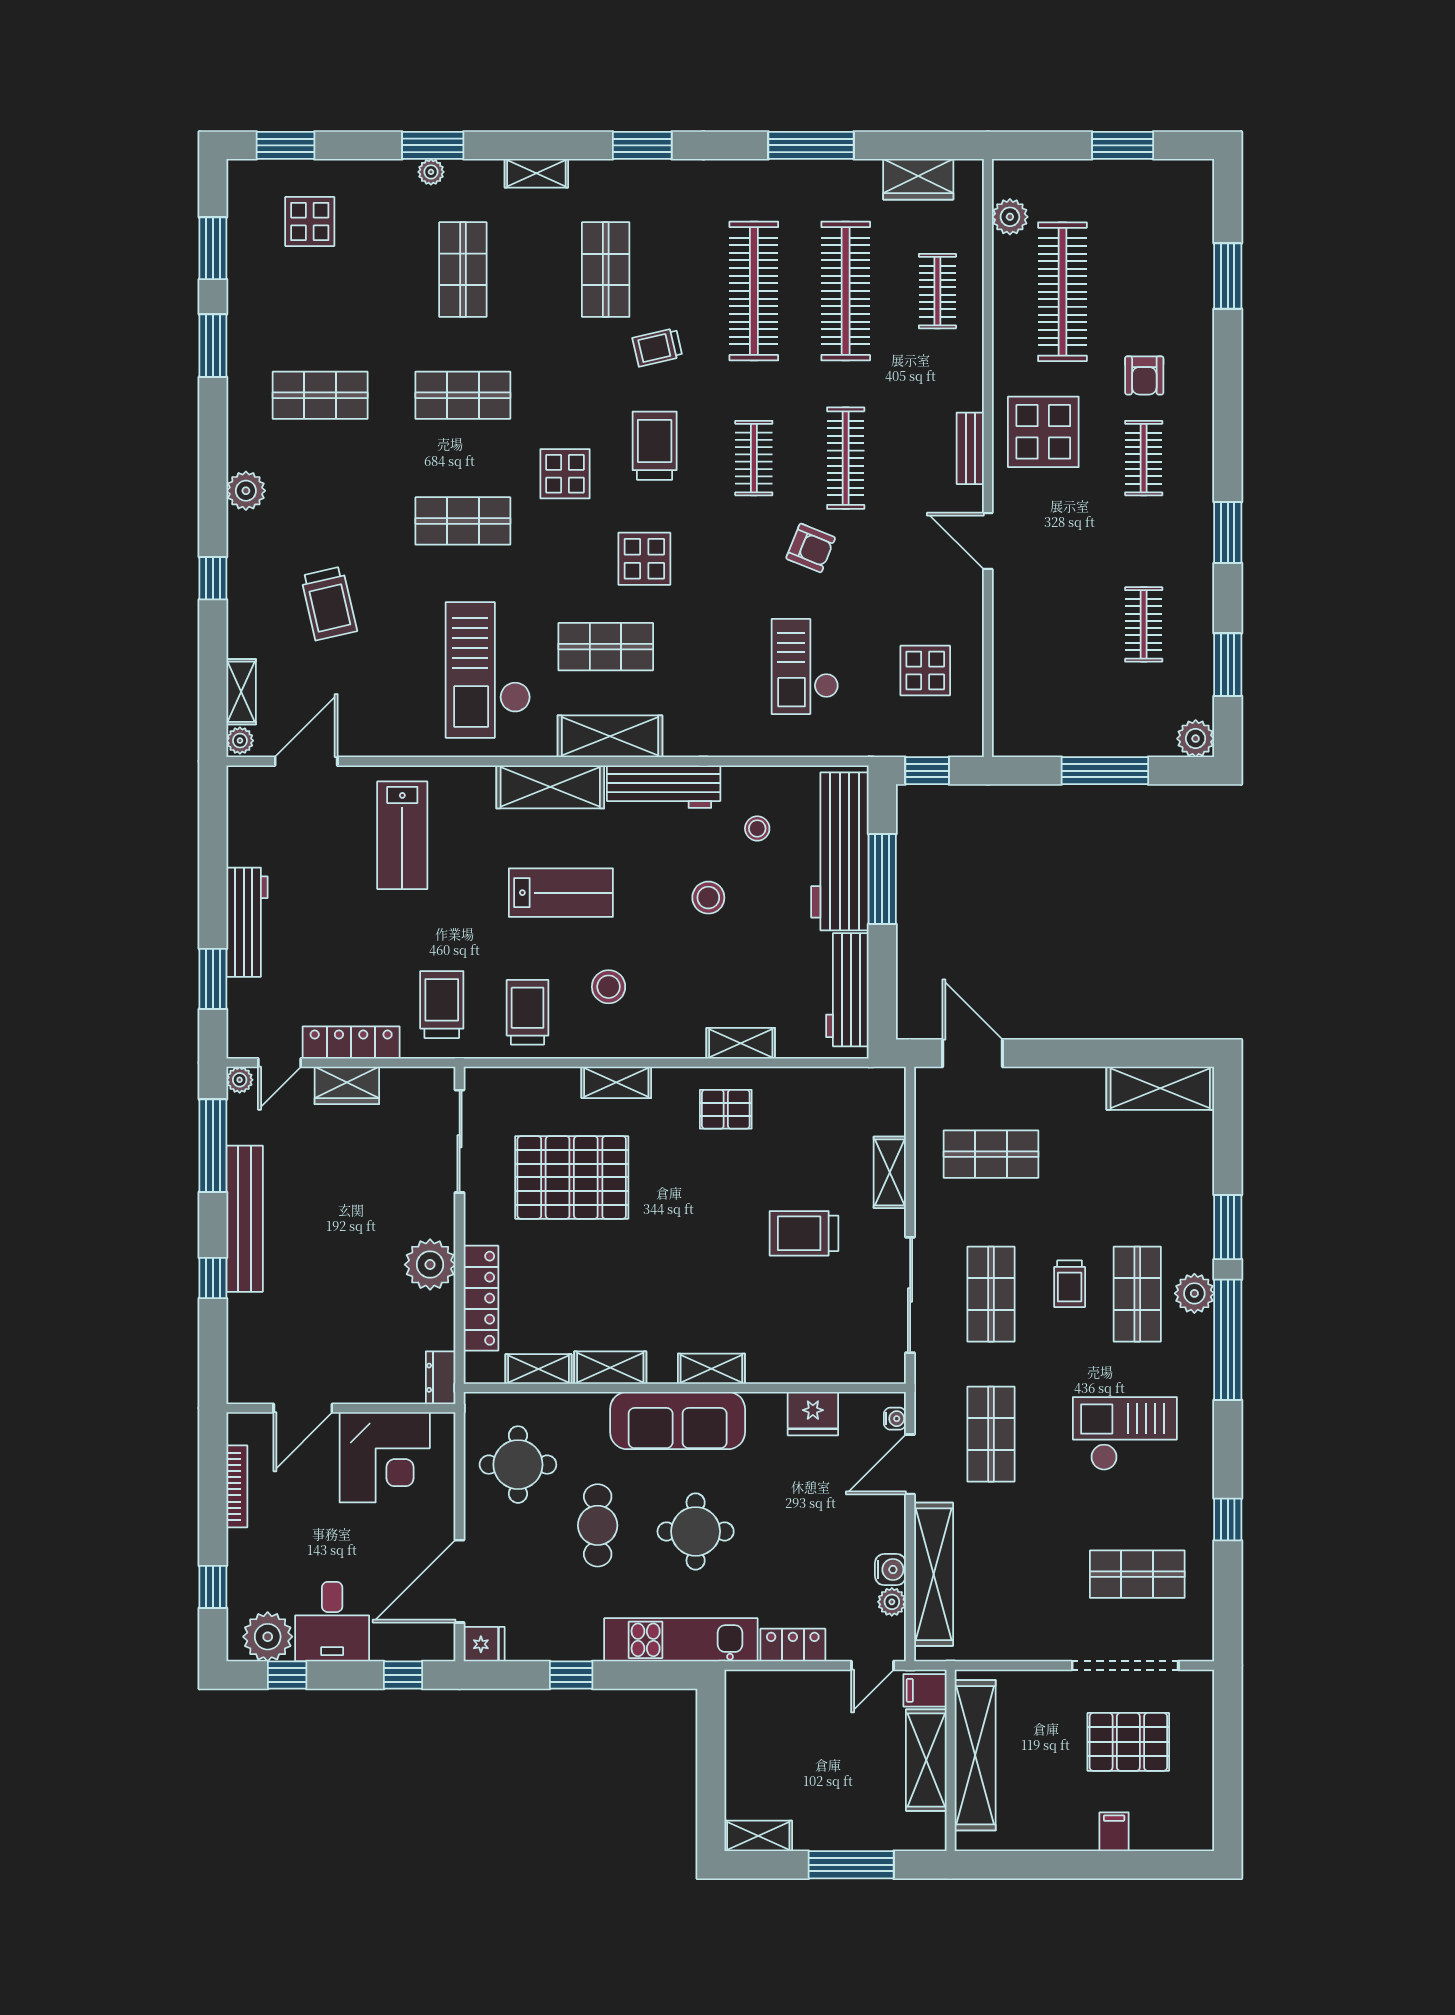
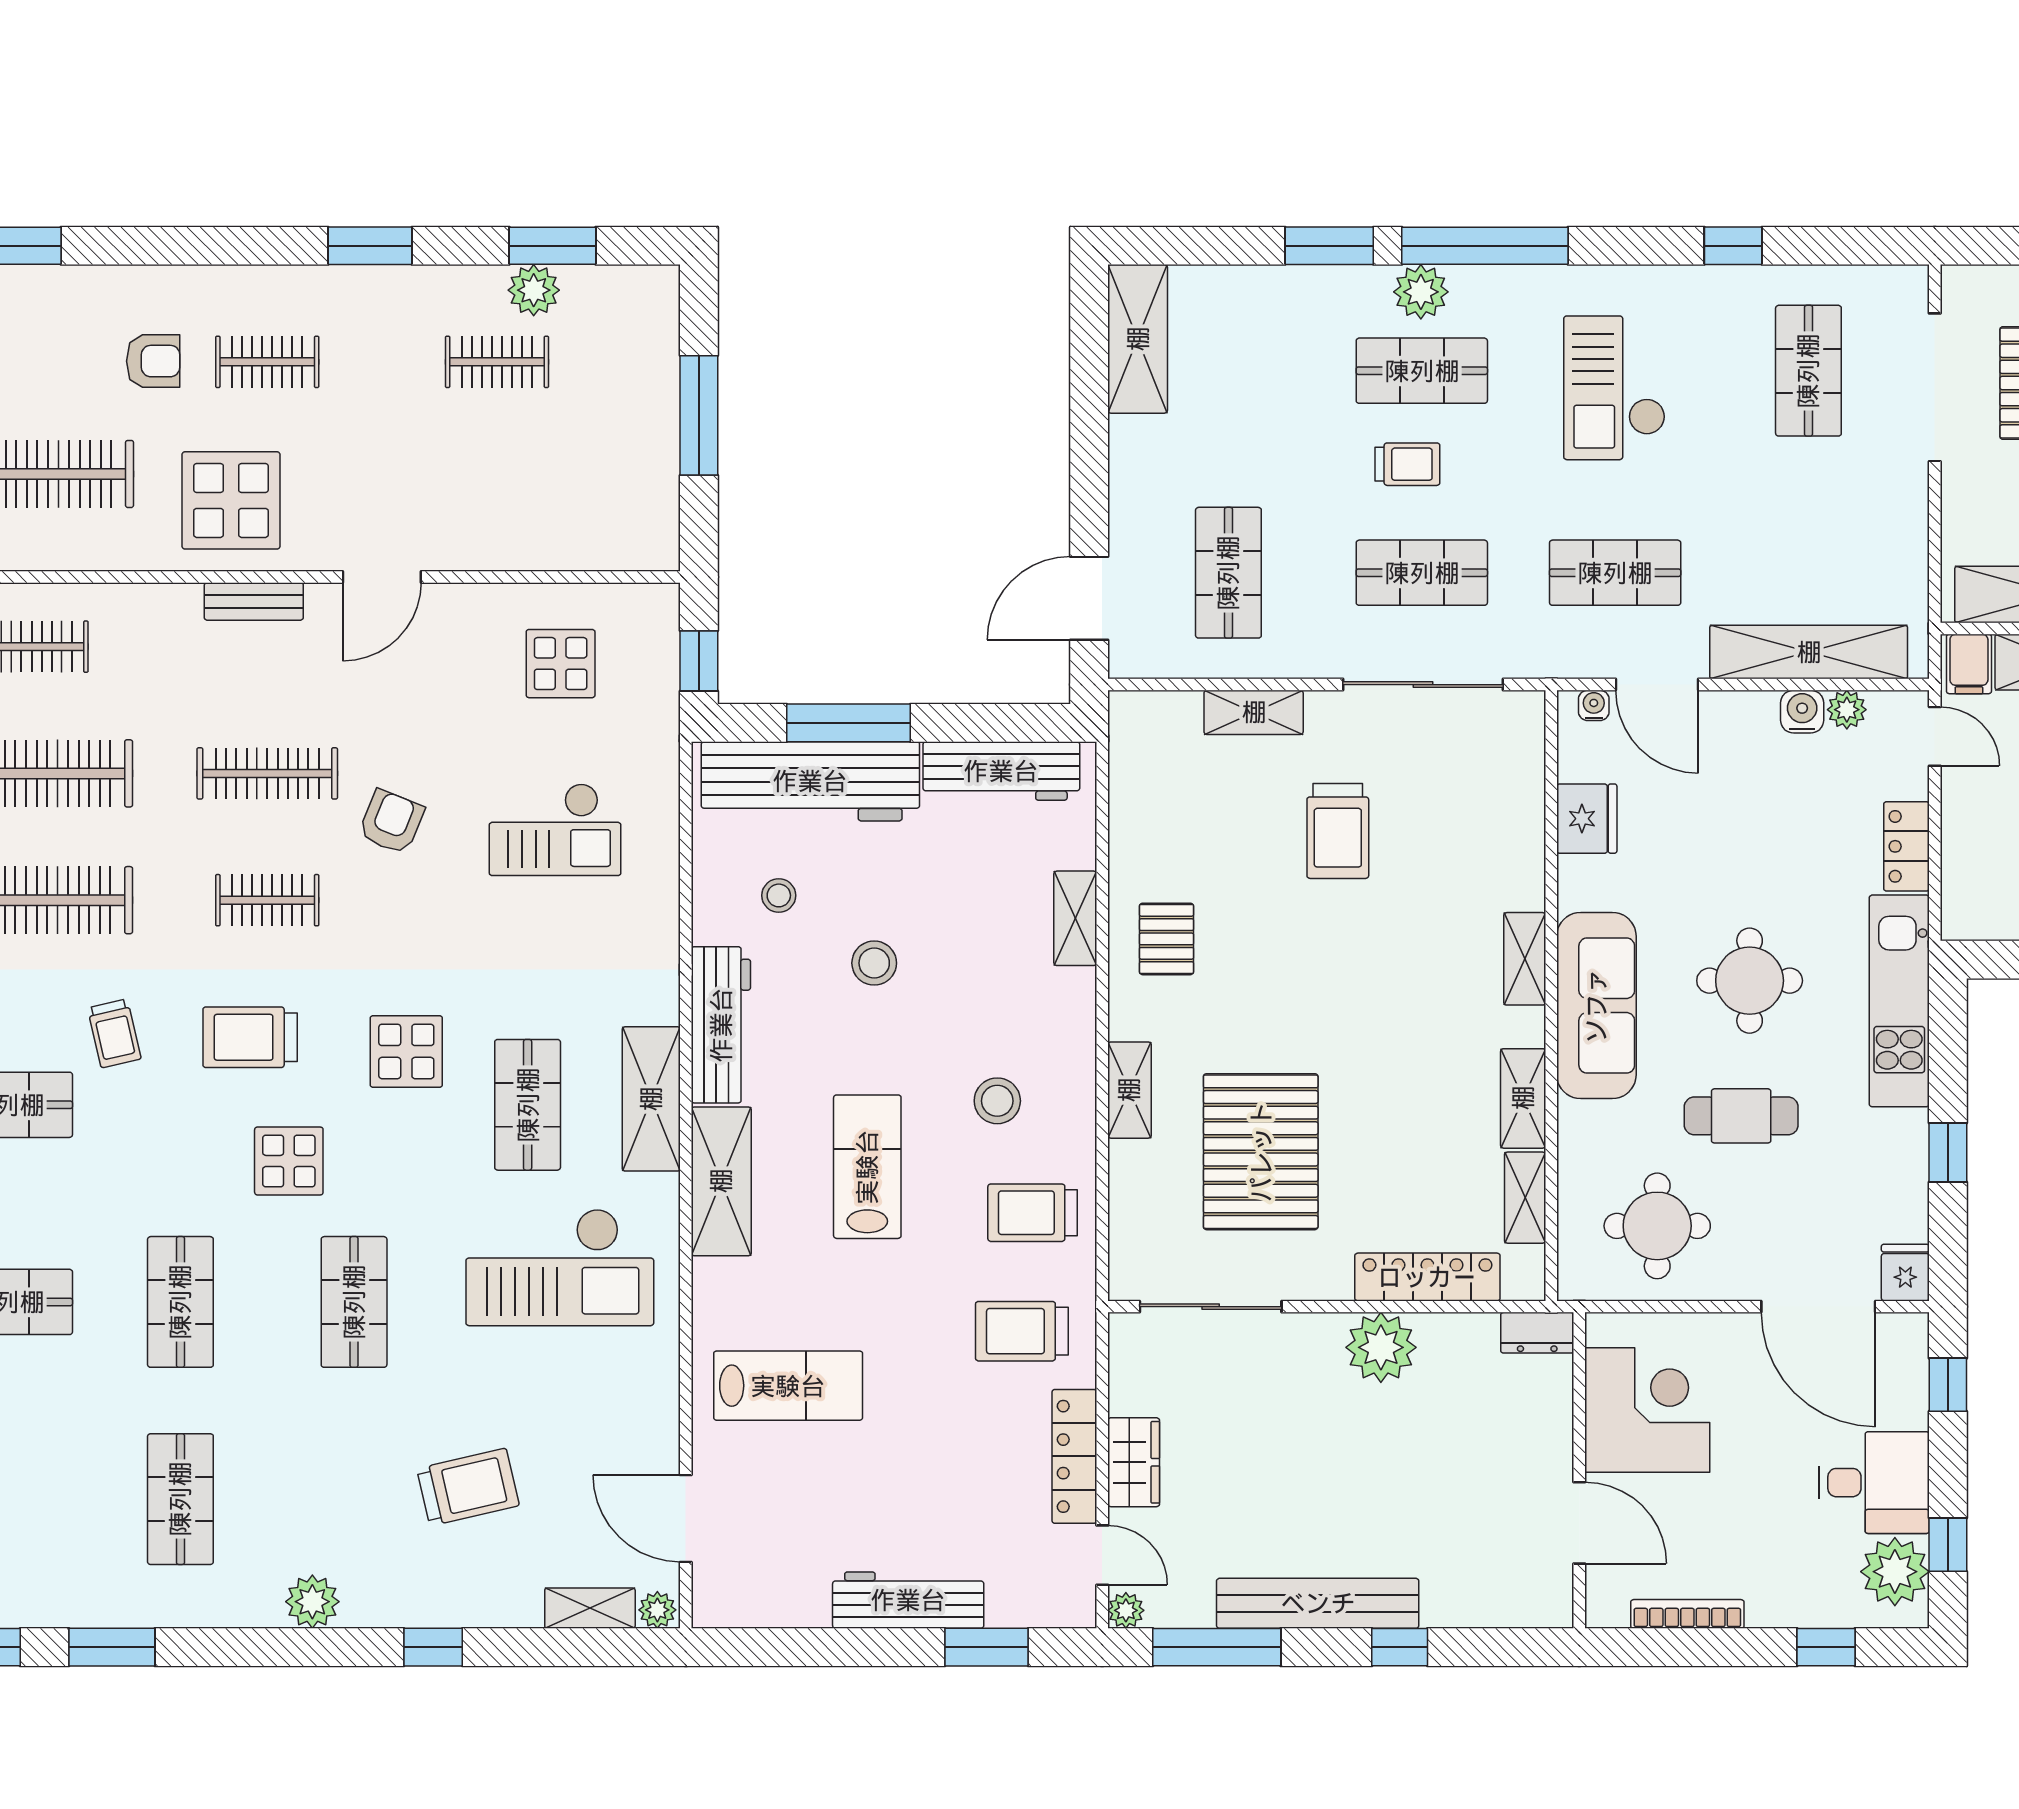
plant: (1196, 739) -> (534, 290), moved

